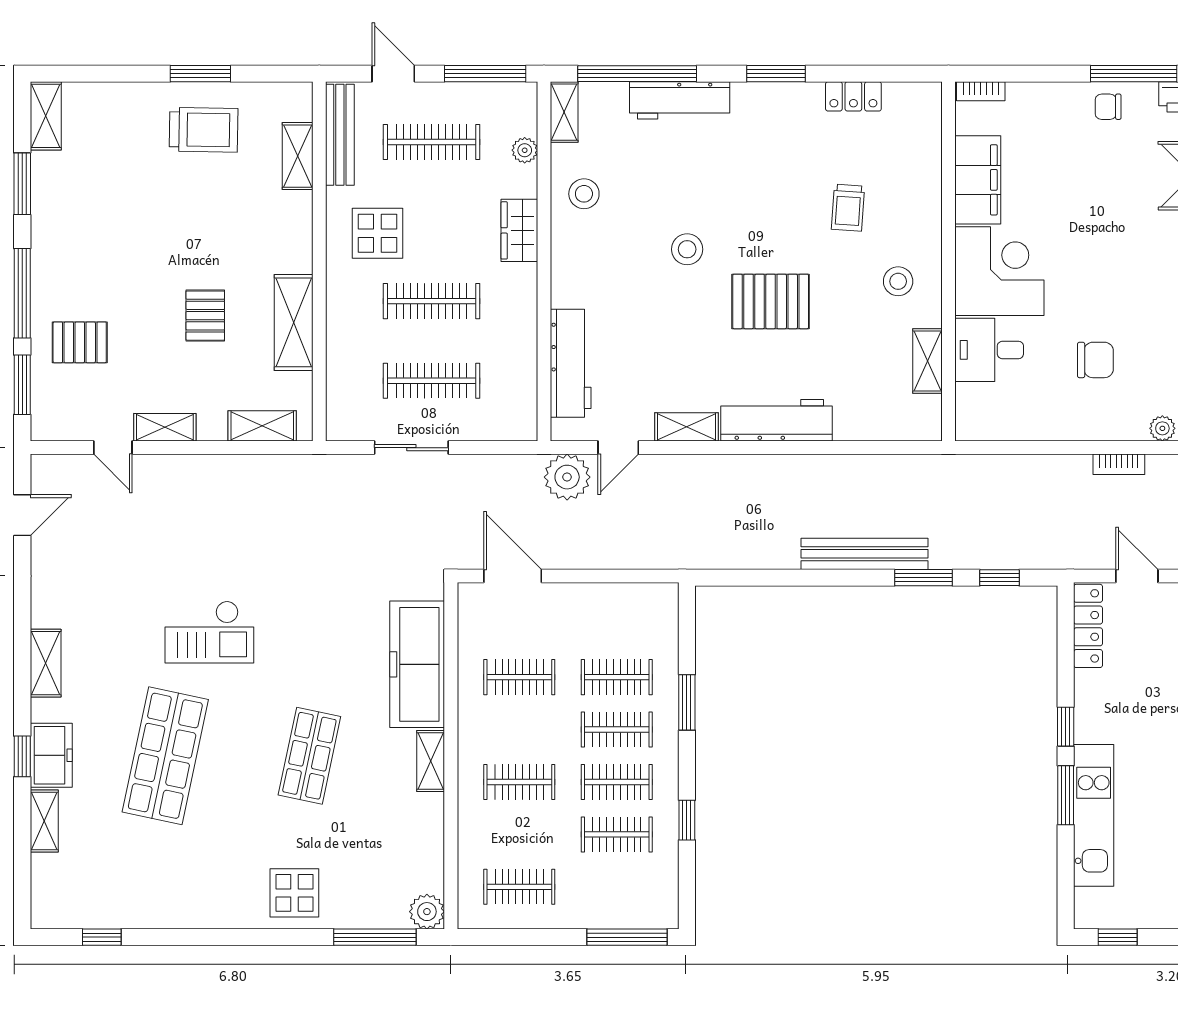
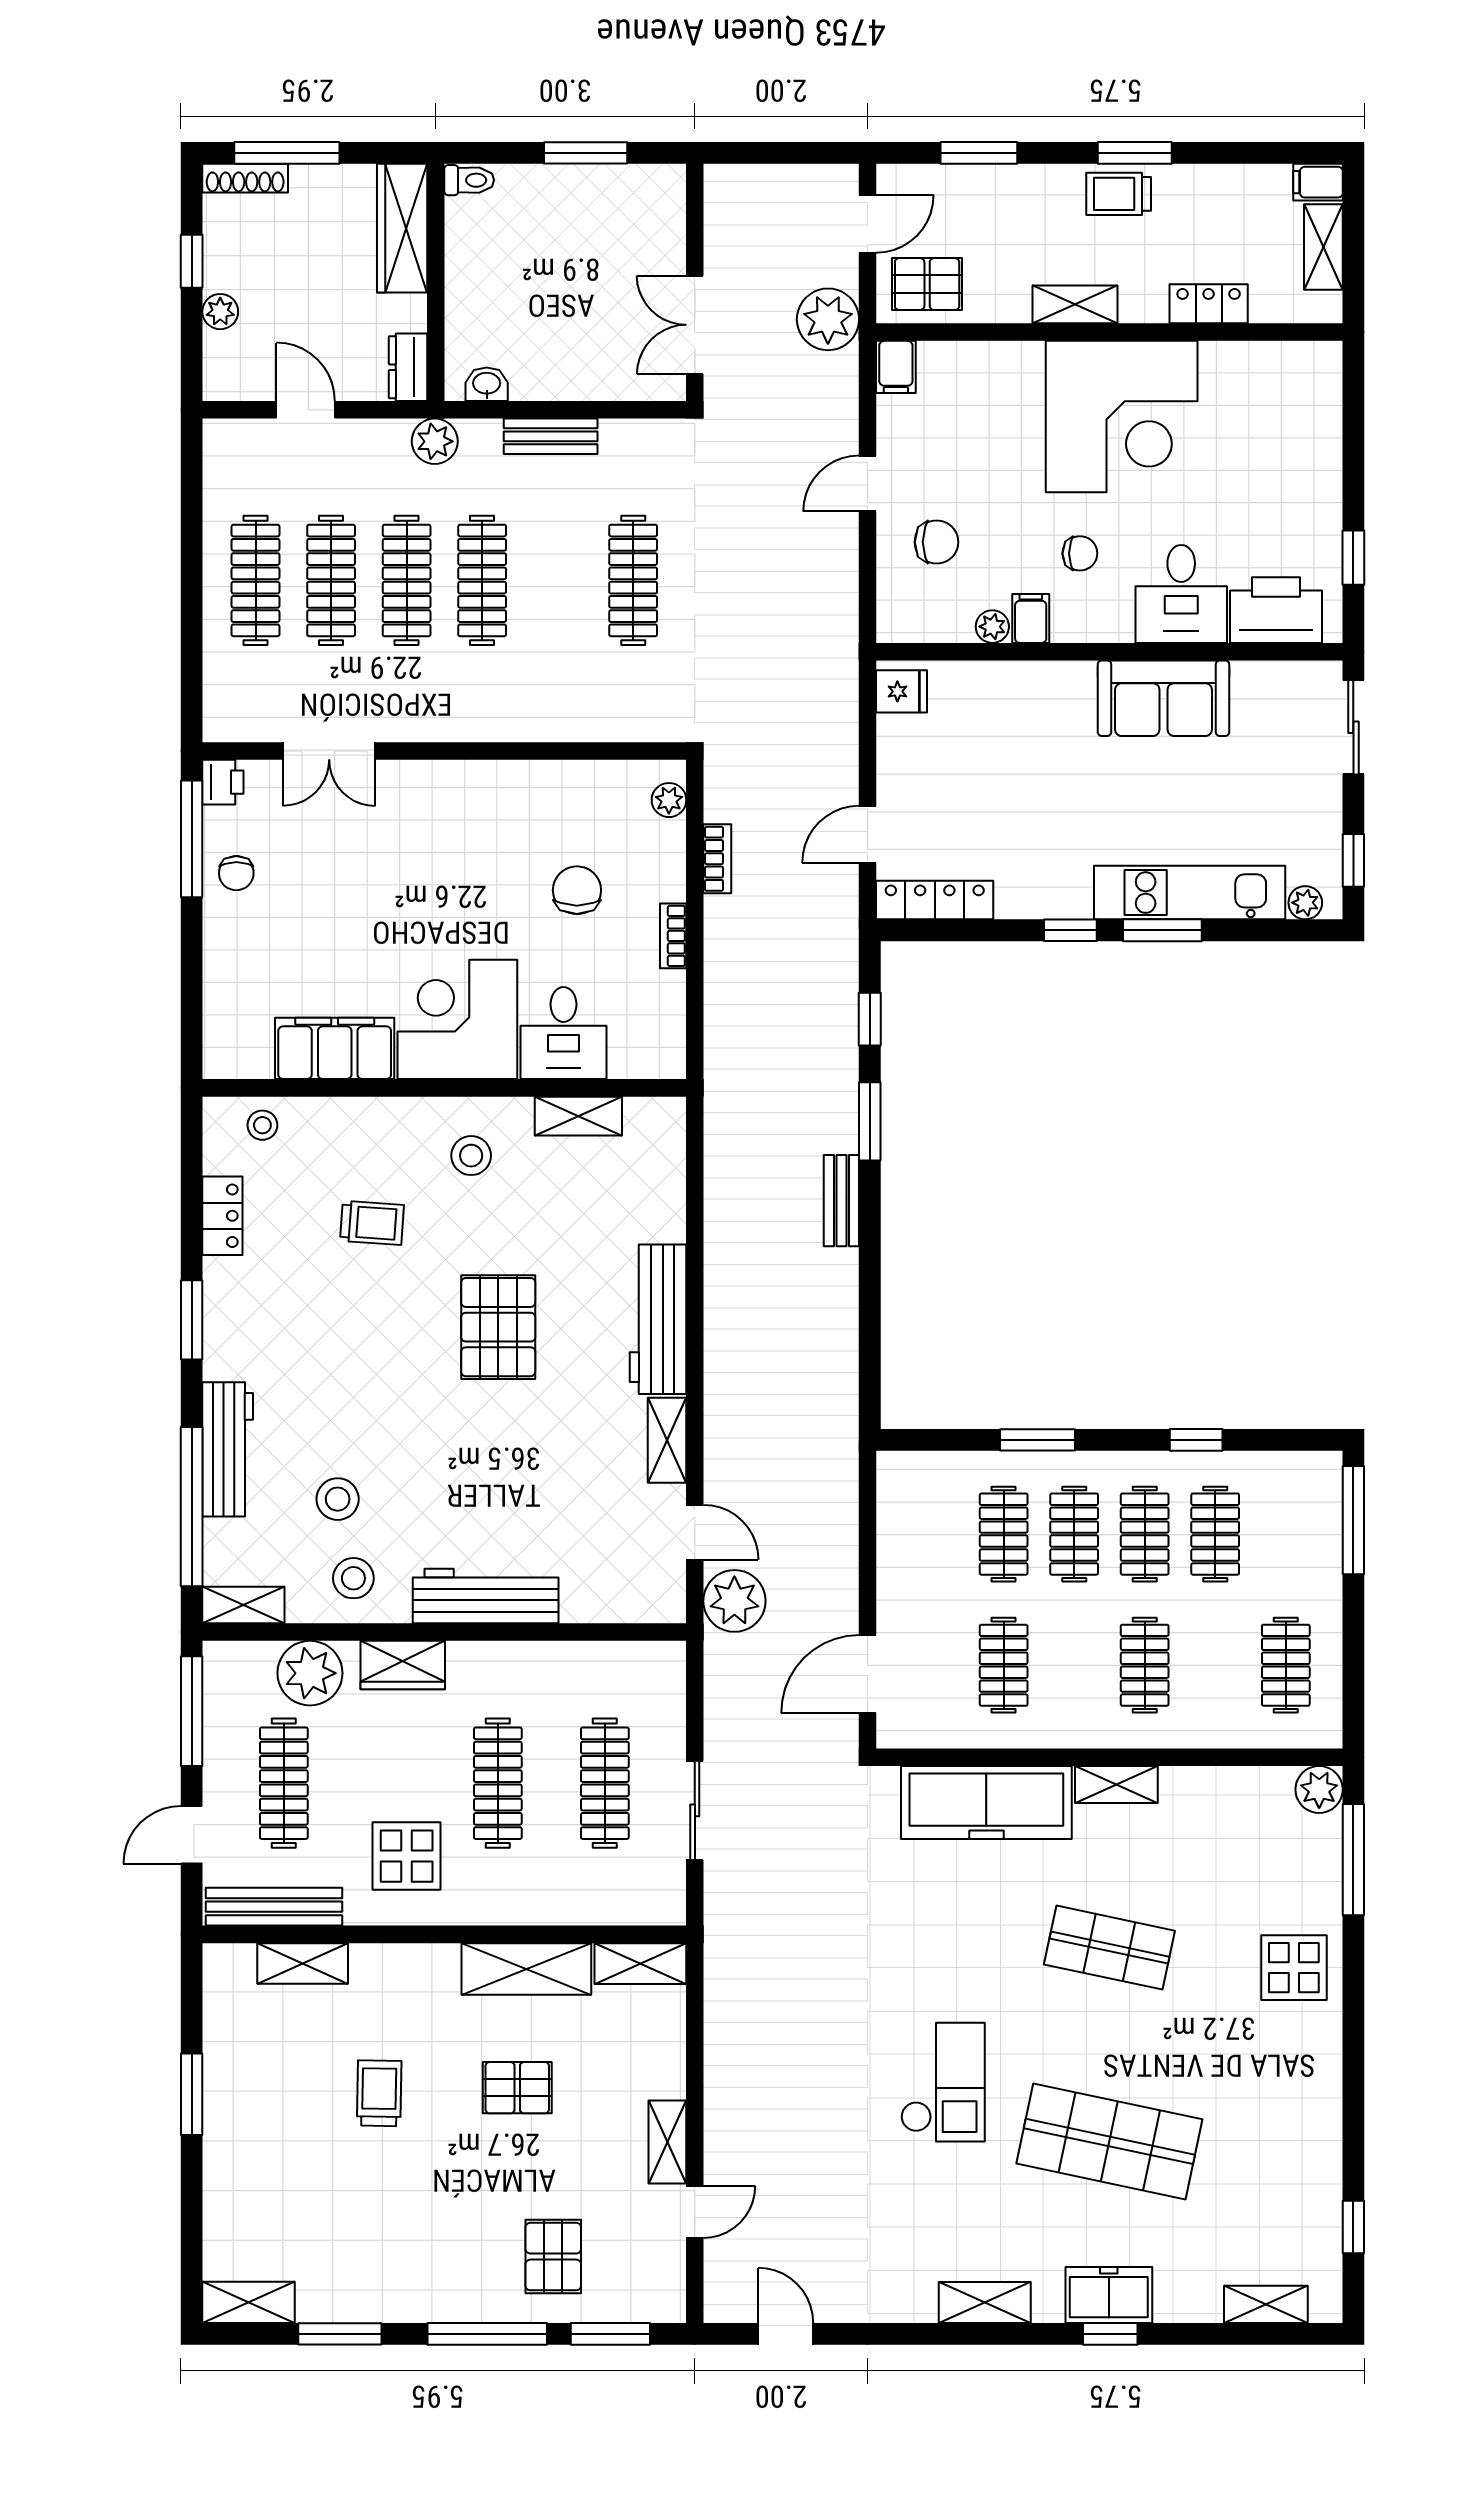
bookcase: (981, 91) -> (673, 936), moved, turned 180
stool: (921, 126) -> (262, 1125), added
trolley: (204, 130) -> (379, 2093), moved, width x0.73, depth x0.72
plant: (525, 150) -> (310, 1673), width x1.88, depth x1.88
stool: (687, 249) -> (338, 1499), moved
workbench: (571, 363) -> (486, 1596), moved
shelving: (262, 426) -> (640, 1964), moved, turned 90
bench: (865, 554) -> (841, 1201), width x0.54, depth x0.82
shelving: (44, 821) -> (1266, 2304), moved
plant: (1086, 901) -> (1305, 903), added

